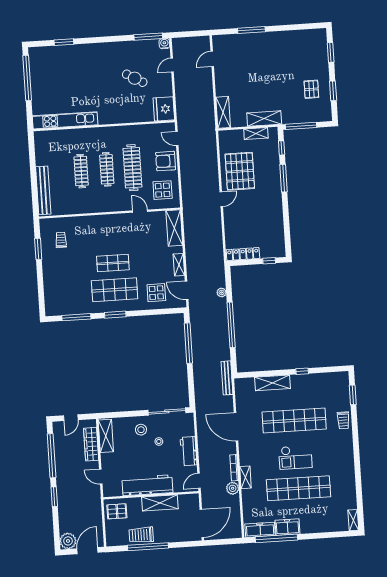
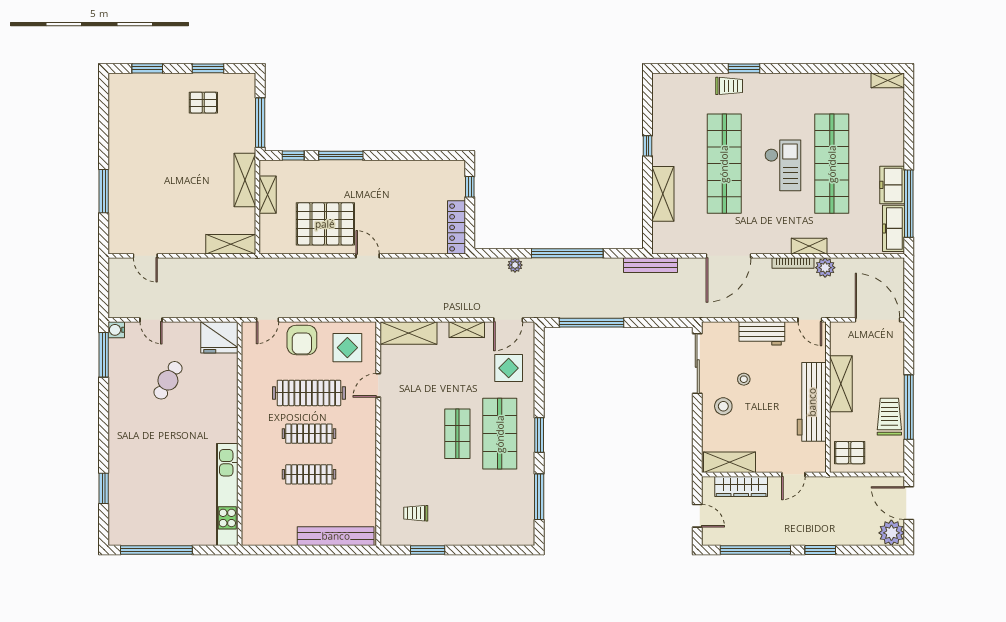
window: (353, 395) -> (744, 68), moved
pallet: (117, 511) -> (850, 453), turned 90
trolley: (141, 535) -> (889, 417), turned 180

